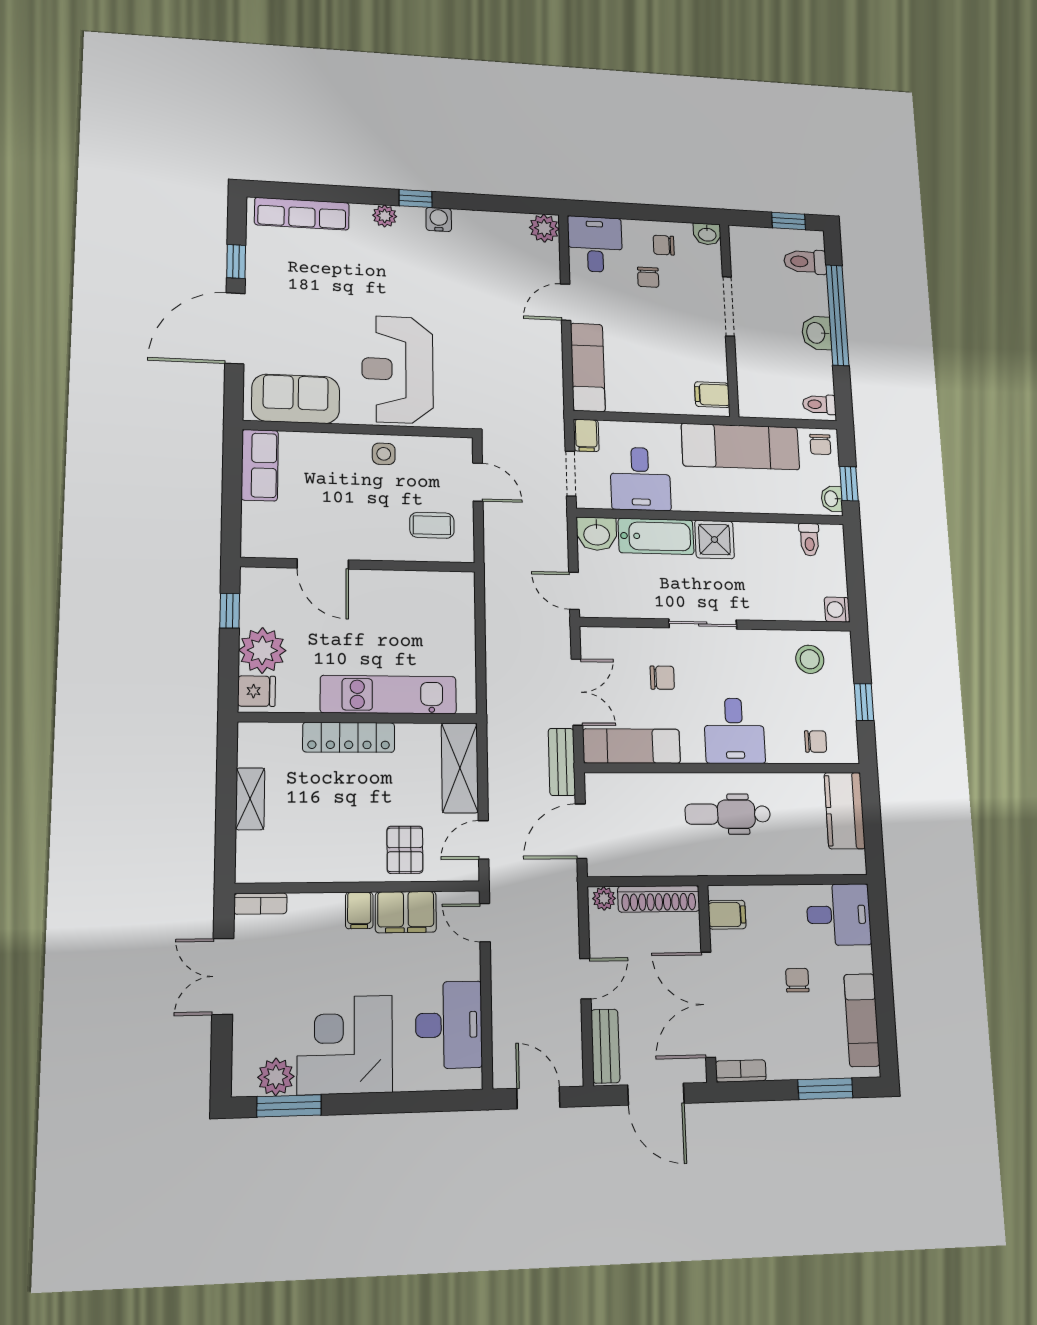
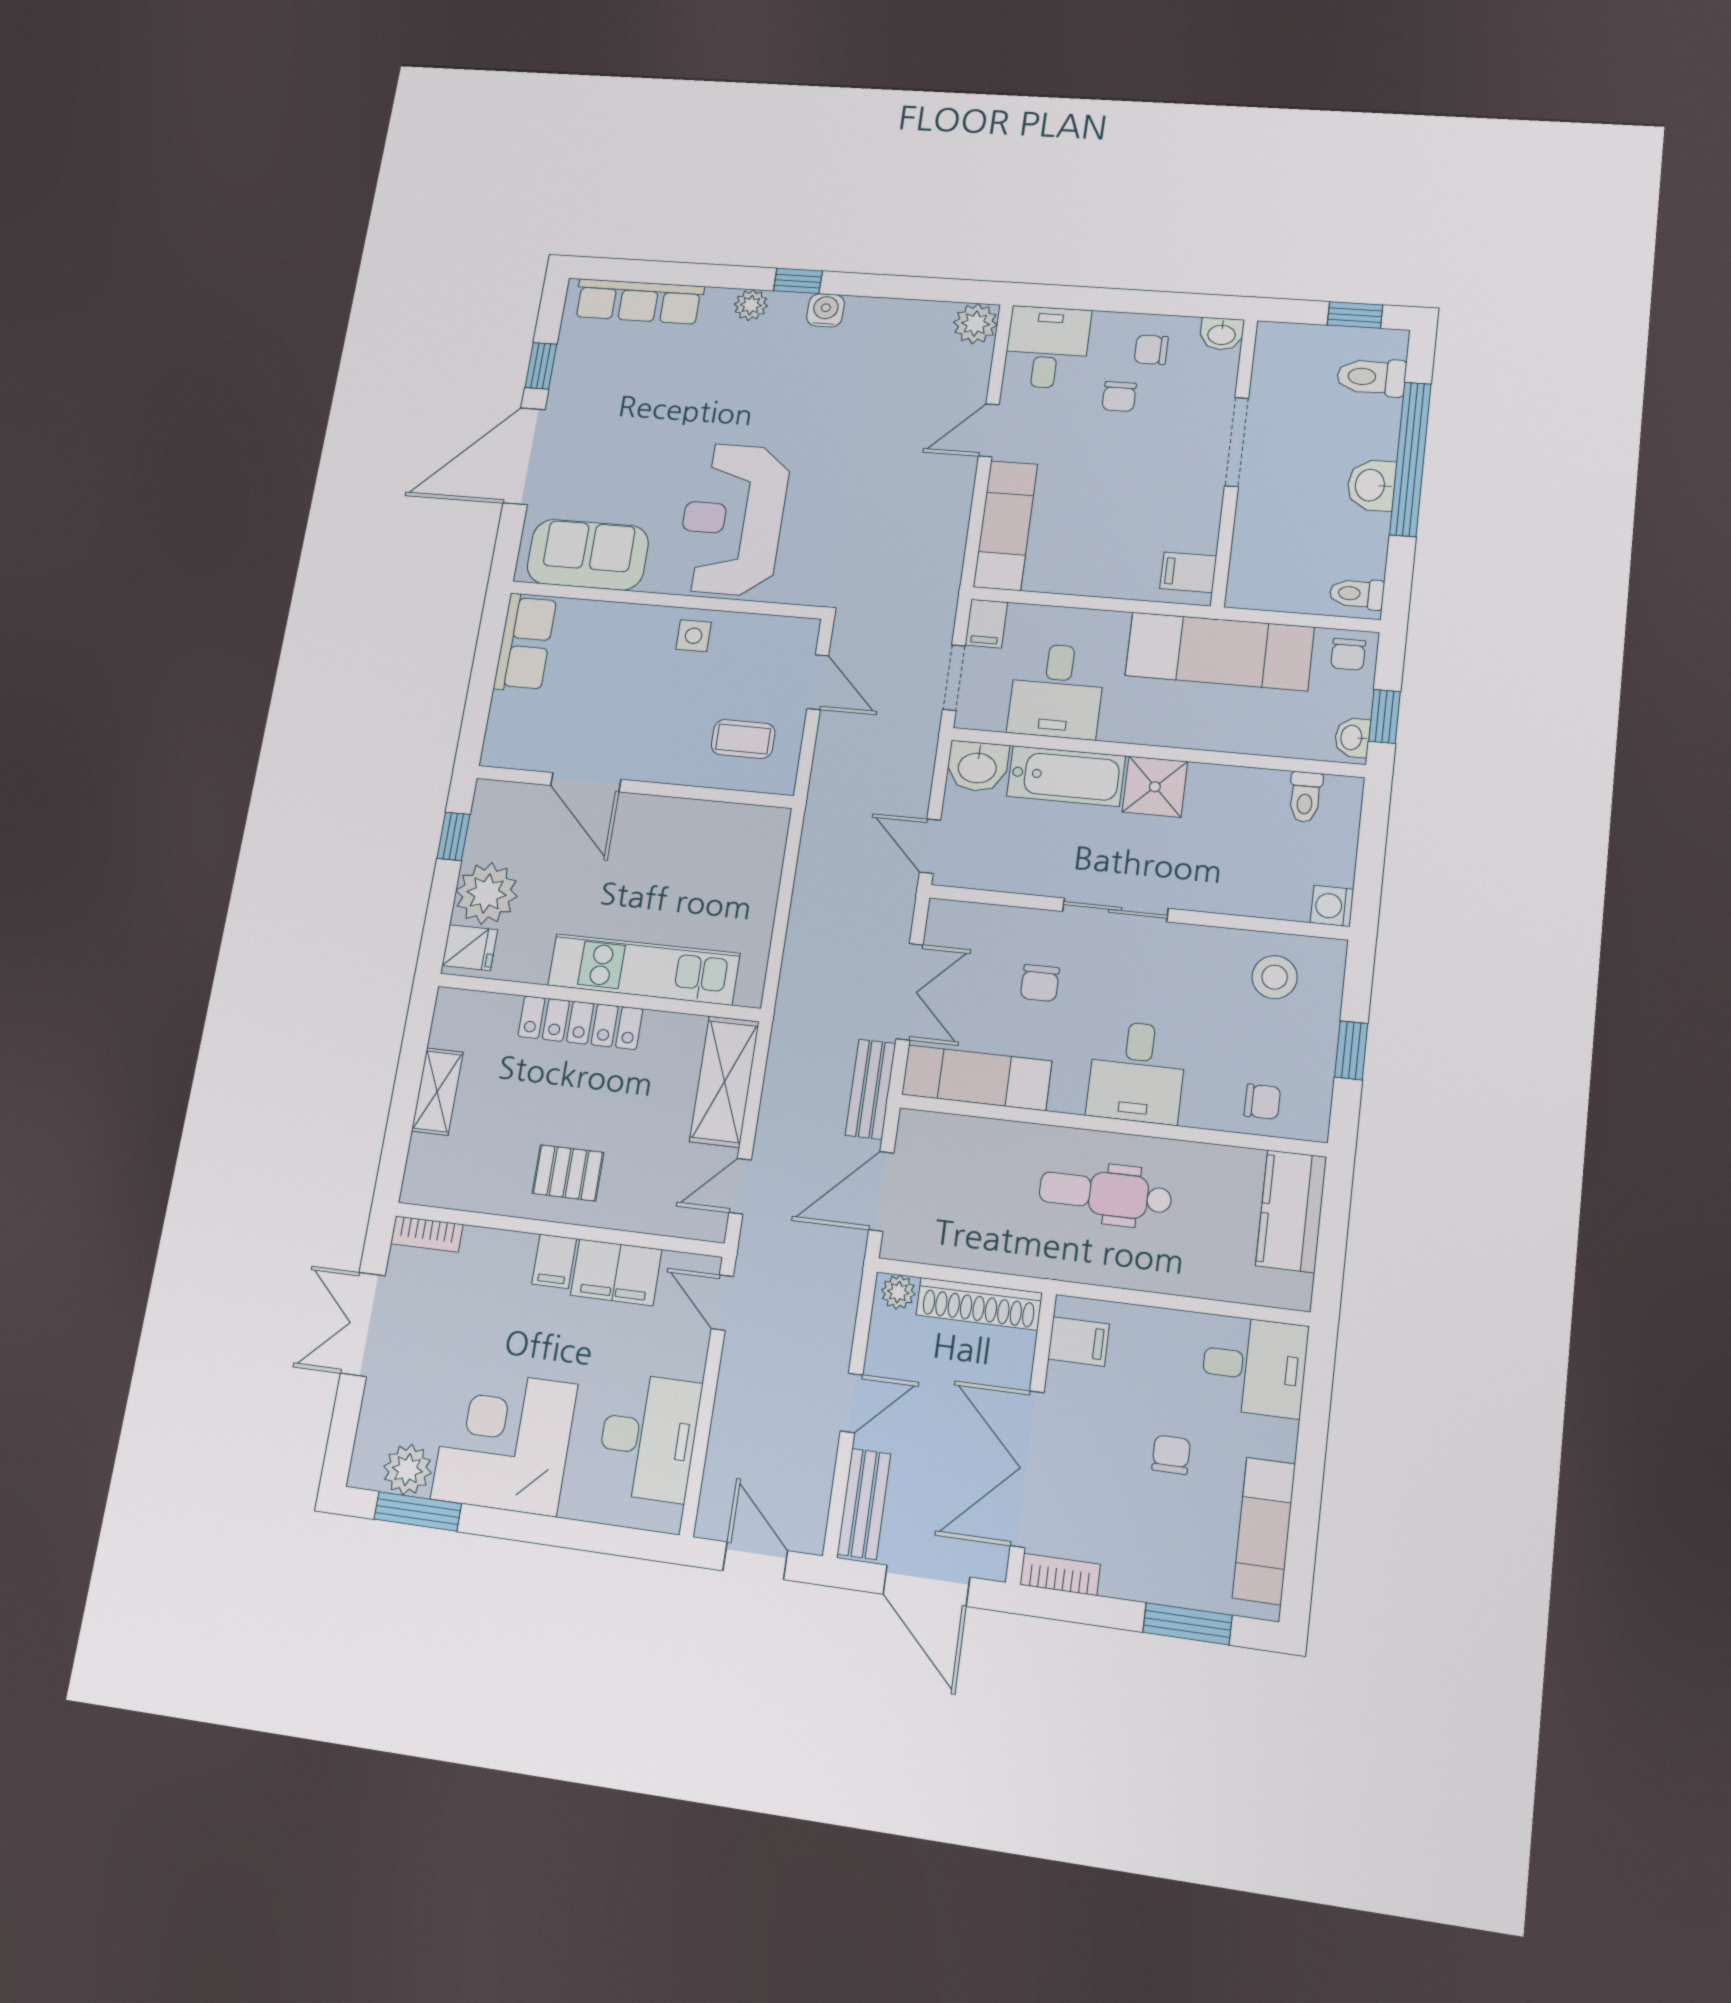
chair: (662, 678) -> (1040, 983), turned 90
pallet: (405, 850) -> (568, 1173), moved, turned 90

